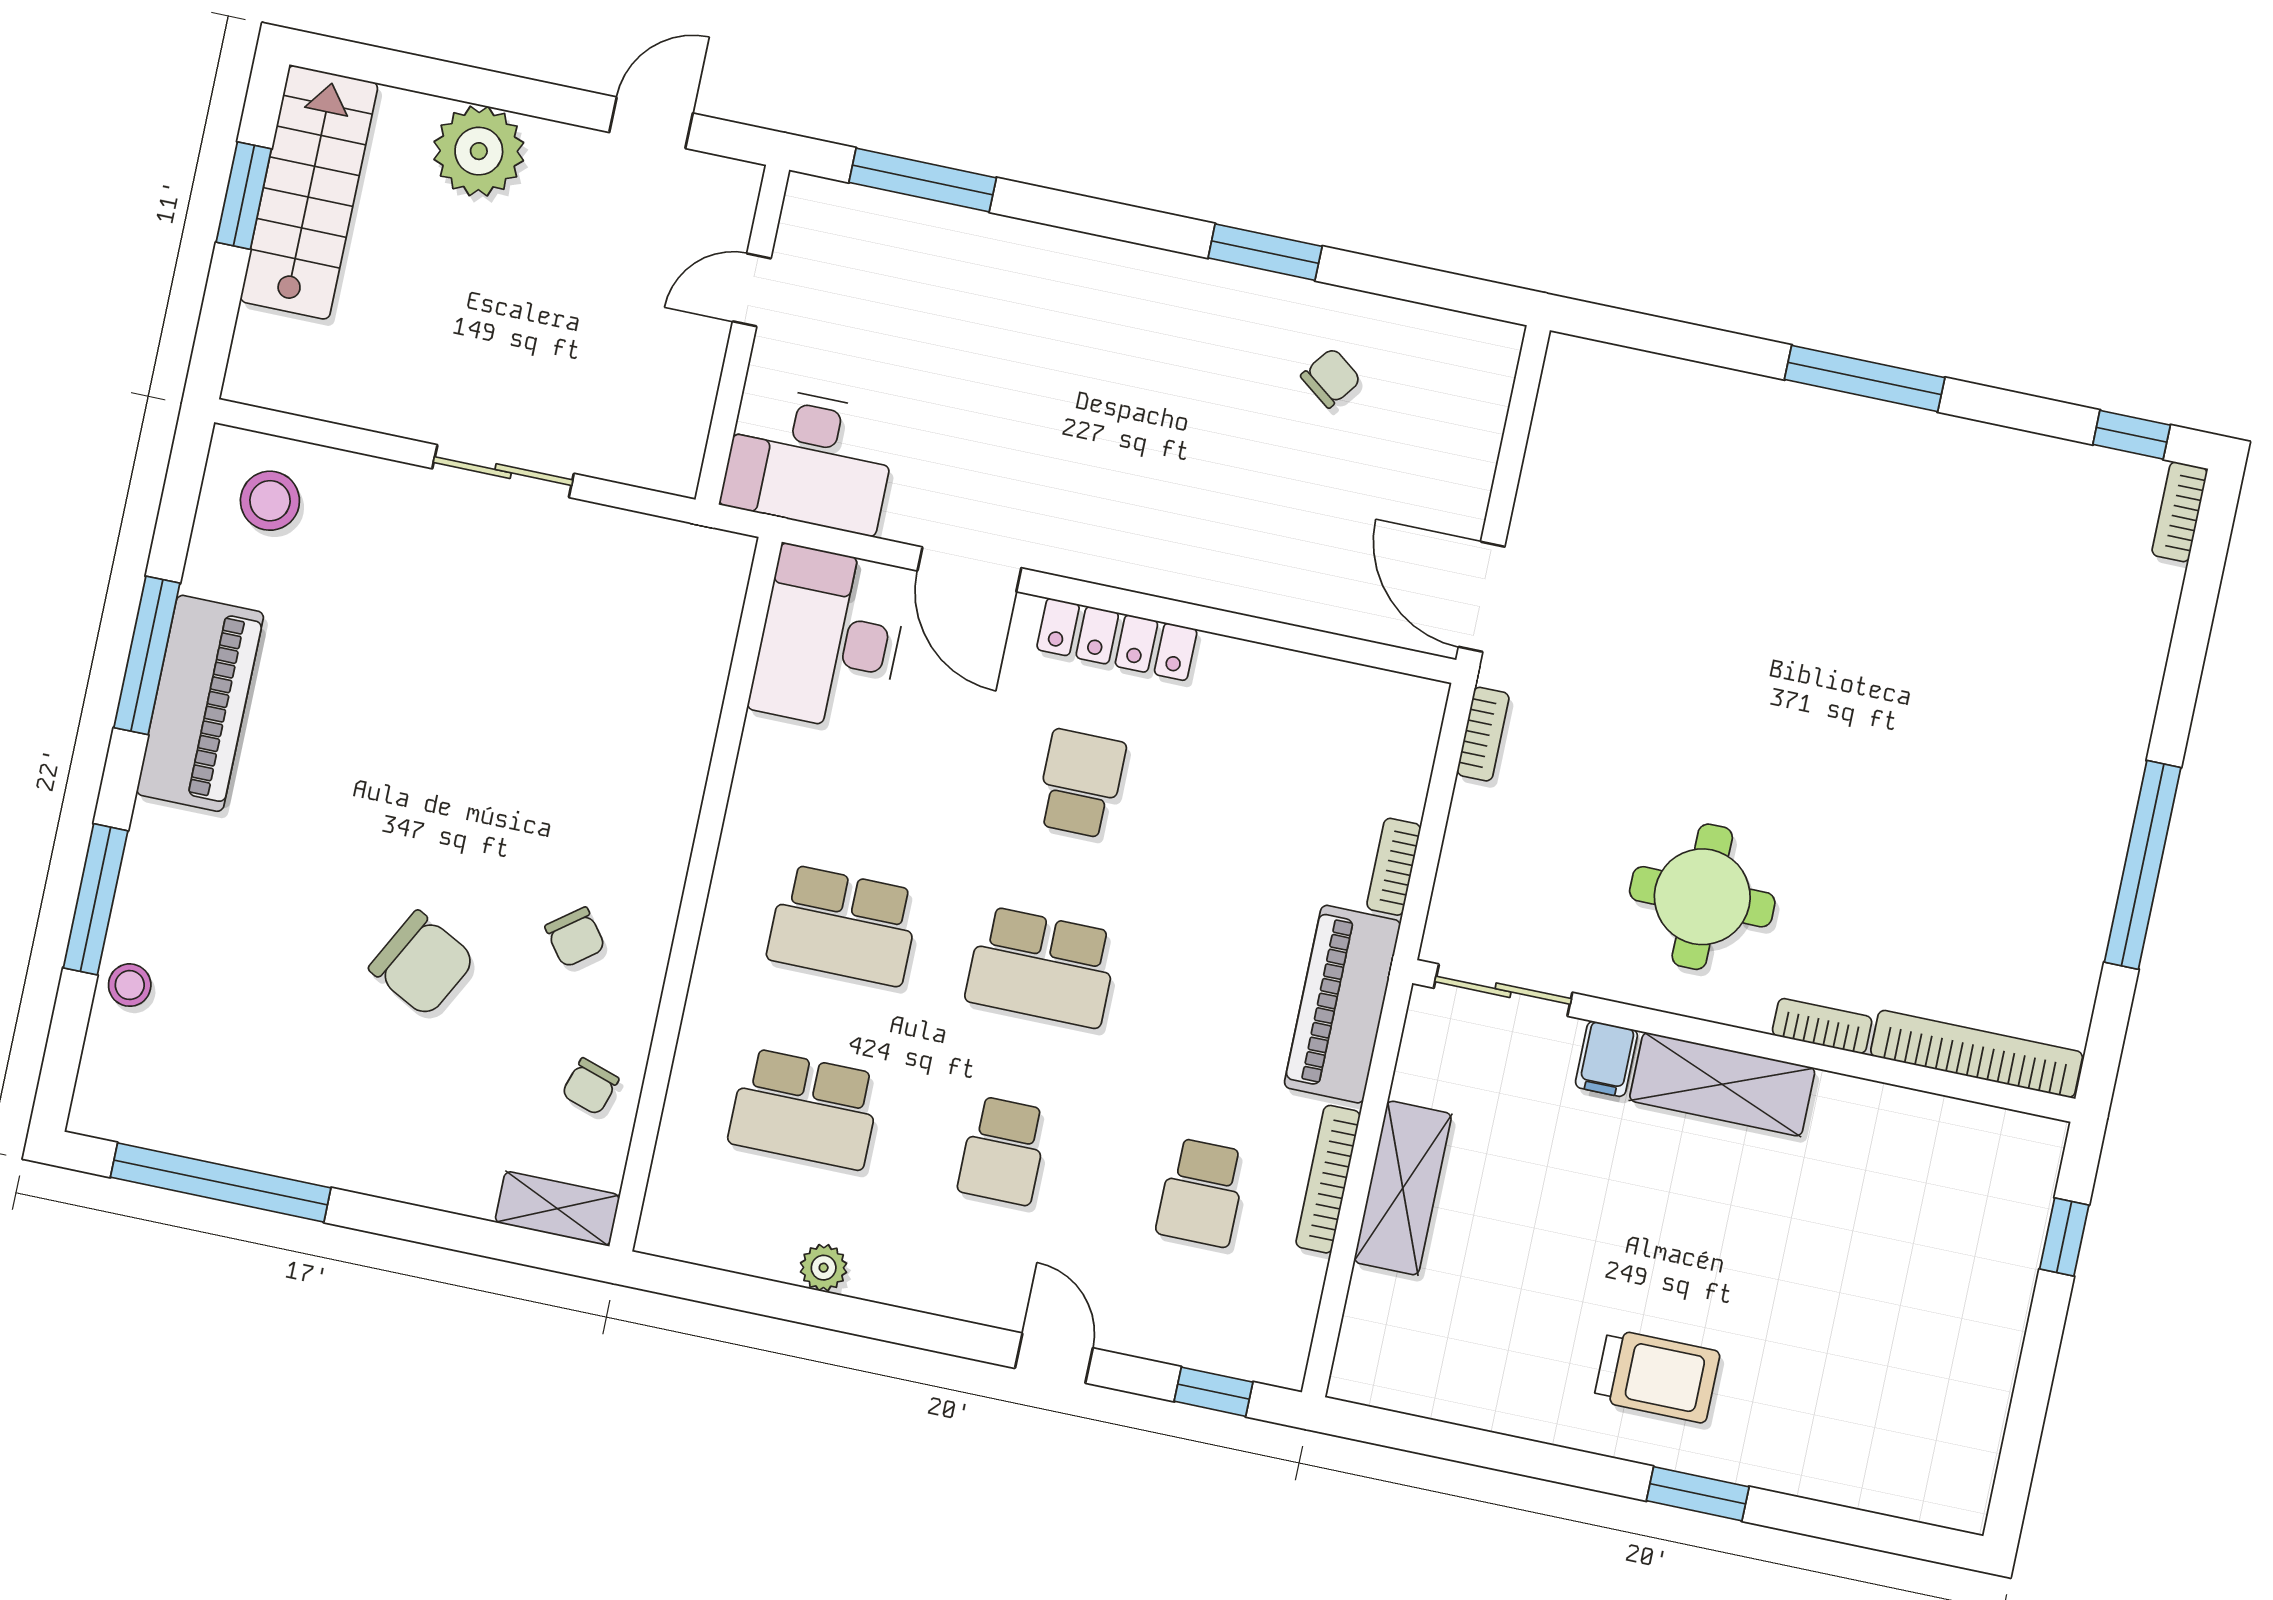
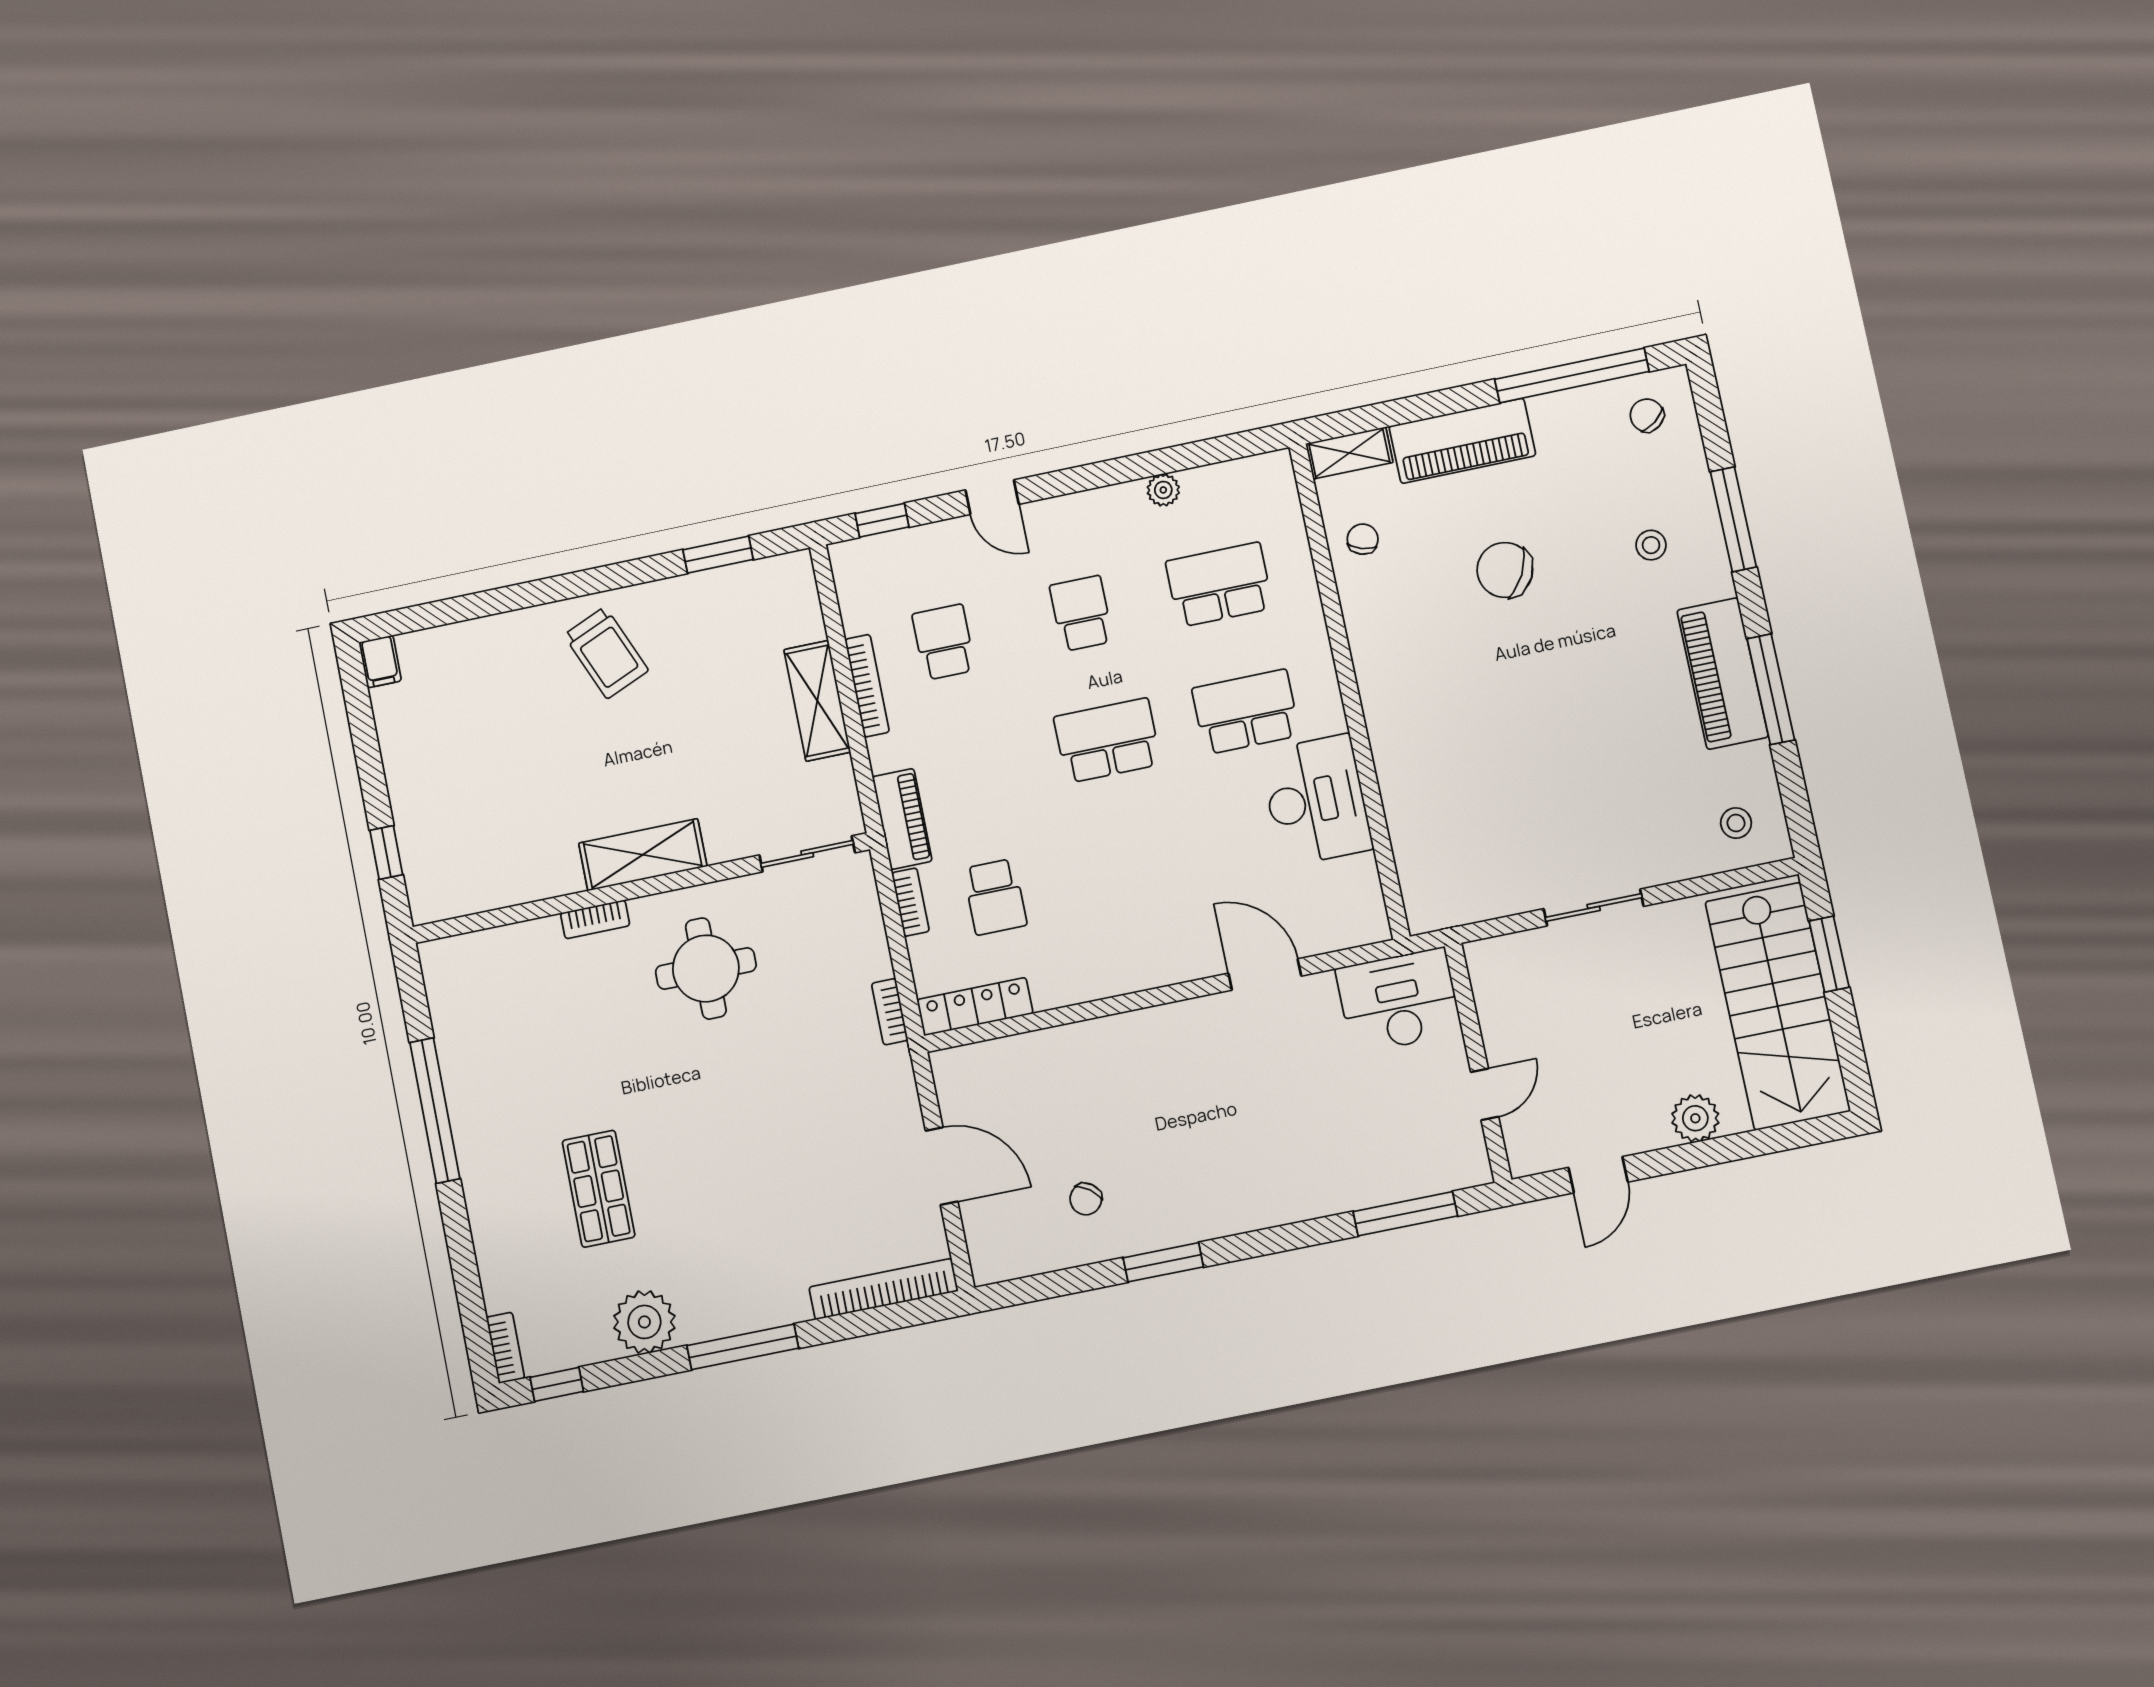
plant: (479, 151) -> (1695, 1118), width x0.73, depth x0.73
stairs: (309, 192) -> (1778, 1006), width x1.36, depth x1.51
window: (244, 196) -> (1829, 954), moved
plant: (1981, 467) -> (644, 1322), added
stool: (270, 501) -> (1736, 823), width x0.73, depth x0.73
door: (1482, 597) -> (942, 1166), moved
desk: (830, 639) -> (1316, 800), moved
locker: (1117, 639) -> (975, 1007), moved
shop shelf: (1968, 668) -> (599, 1189), added
school desk: (1081, 783) -> (995, 897), moved
chair: (575, 937) -> (1647, 415), moved
stool: (130, 985) -> (1651, 545), moved
piano: (1342, 1004) -> (902, 819), width x0.73, depth x0.75
bookcase: (1977, 1054) -> (883, 1289), moved, turned 180
filing cabinet: (1606, 1059) -> (380, 661), moved, turned 180
piano: (402, 1159) -> (1462, 441), added
trolley: (1657, 1376) -> (606, 653), turned -113
window: (1698, 1494) -> (718, 555), moved

